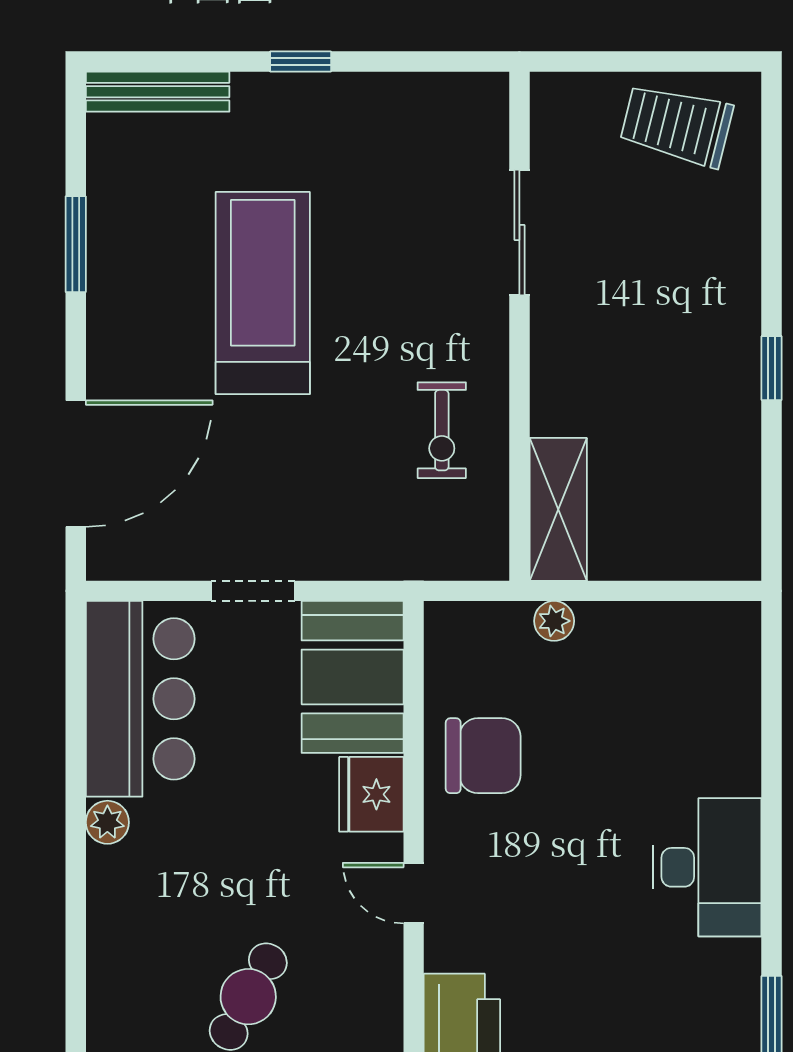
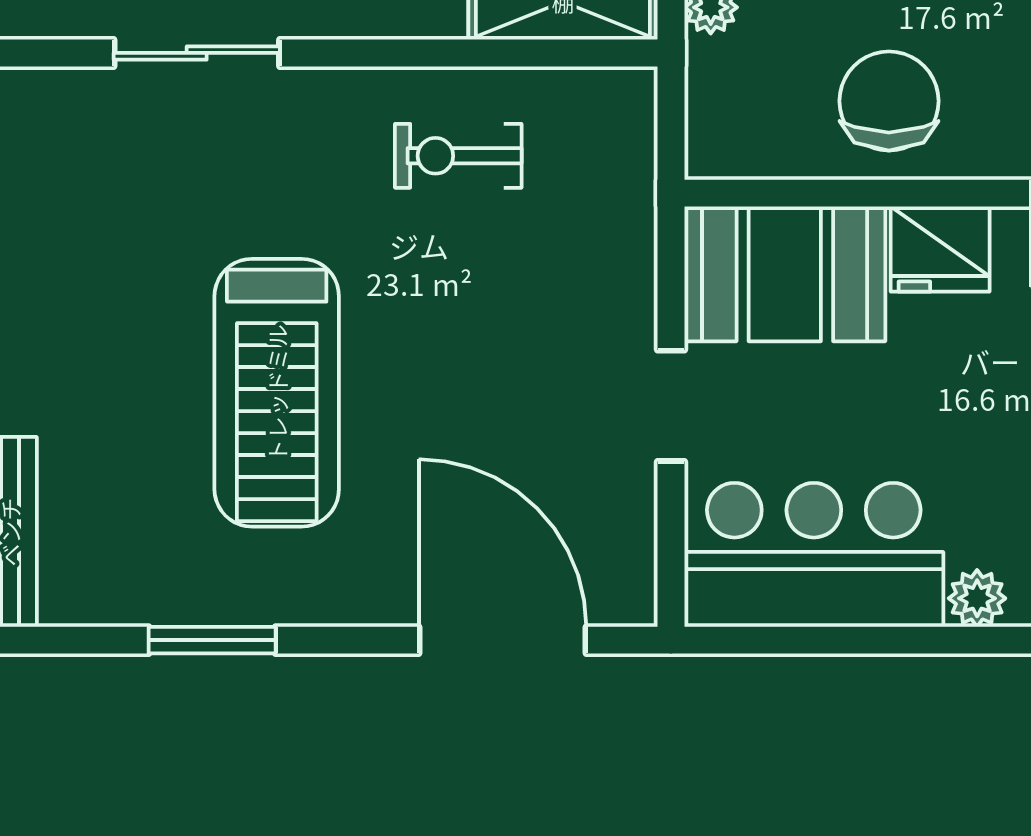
treadmill: (263, 293) -> (277, 393), turned -90
exercise bike: (442, 430) -> (458, 156), turned 180

